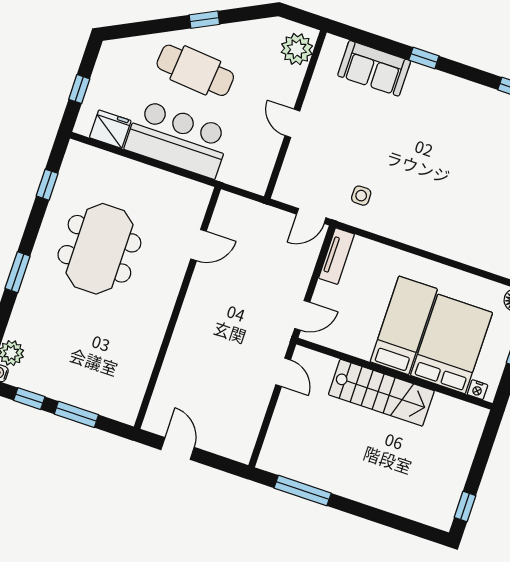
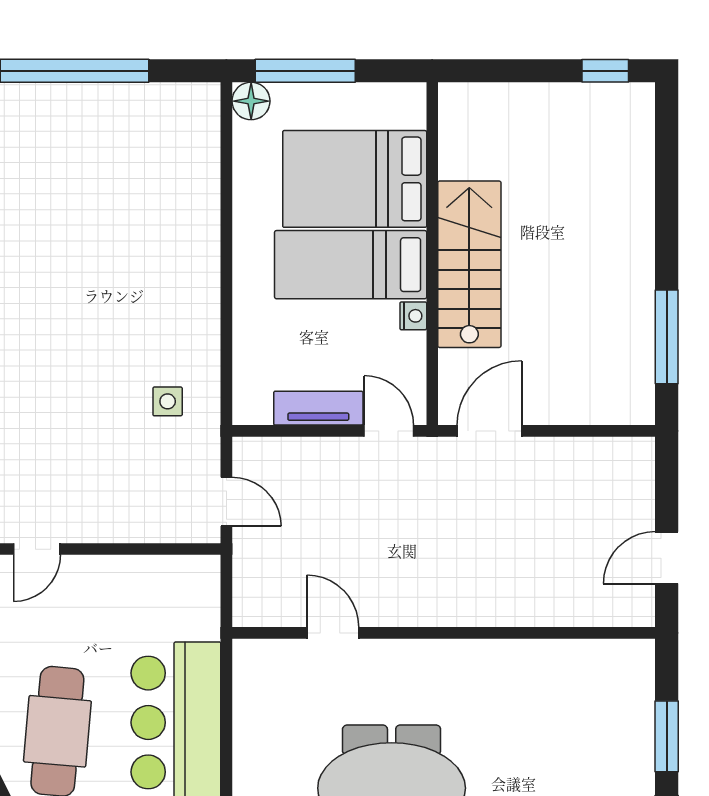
door: (292, 123) -> (37, 549), moved
door: (311, 216) -> (226, 502), moved
tv unit: (337, 256) -> (318, 408), moved
door: (283, 372) -> (490, 431), width x1.38
nightstand: (477, 390) -> (413, 316), moved

